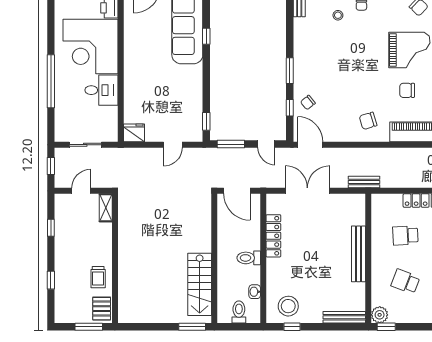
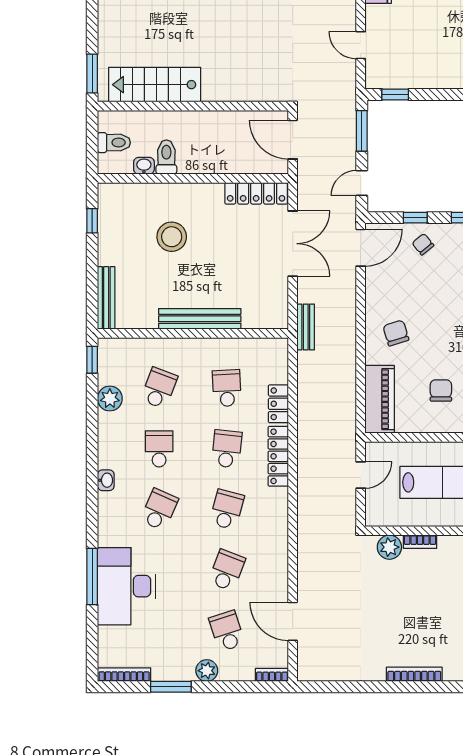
door: (237, 191) -> (293, 140), hinge flipped
locker: (273, 236) -> (256, 193), moved
toilet: (249, 258) -> (166, 157), moved
stool: (288, 306) -> (172, 237), moved
plant: (380, 315) -> (110, 399), moved

